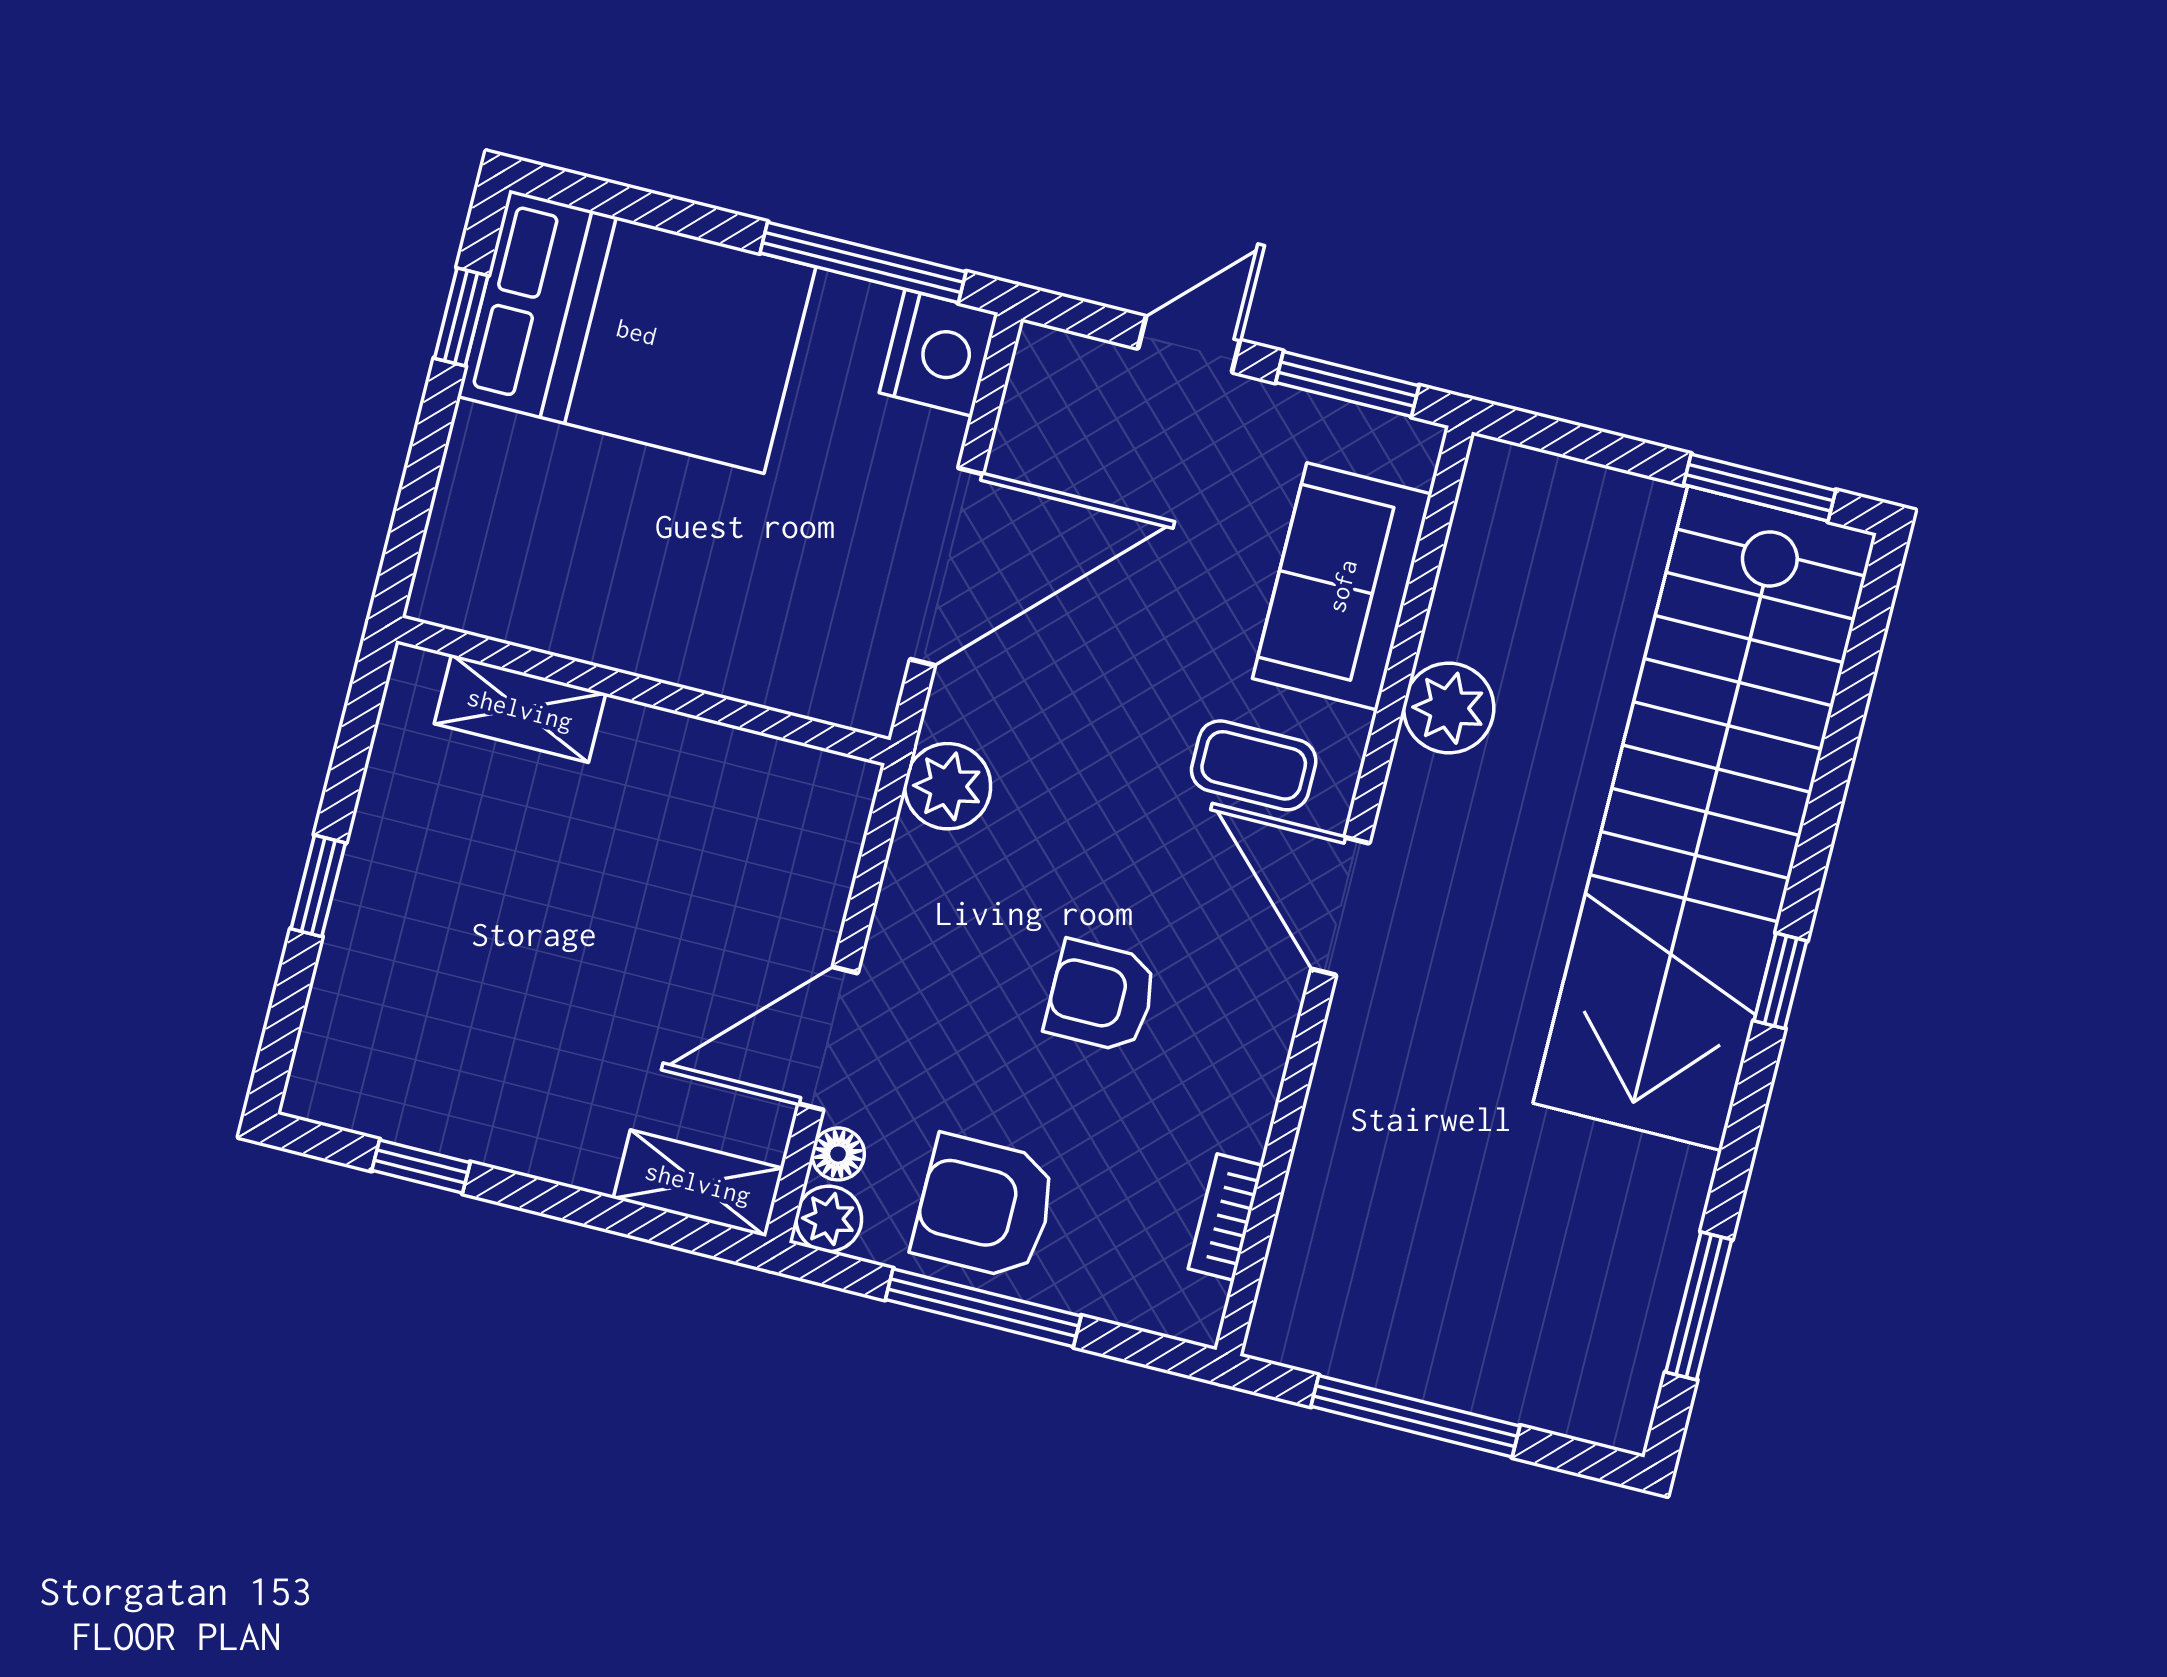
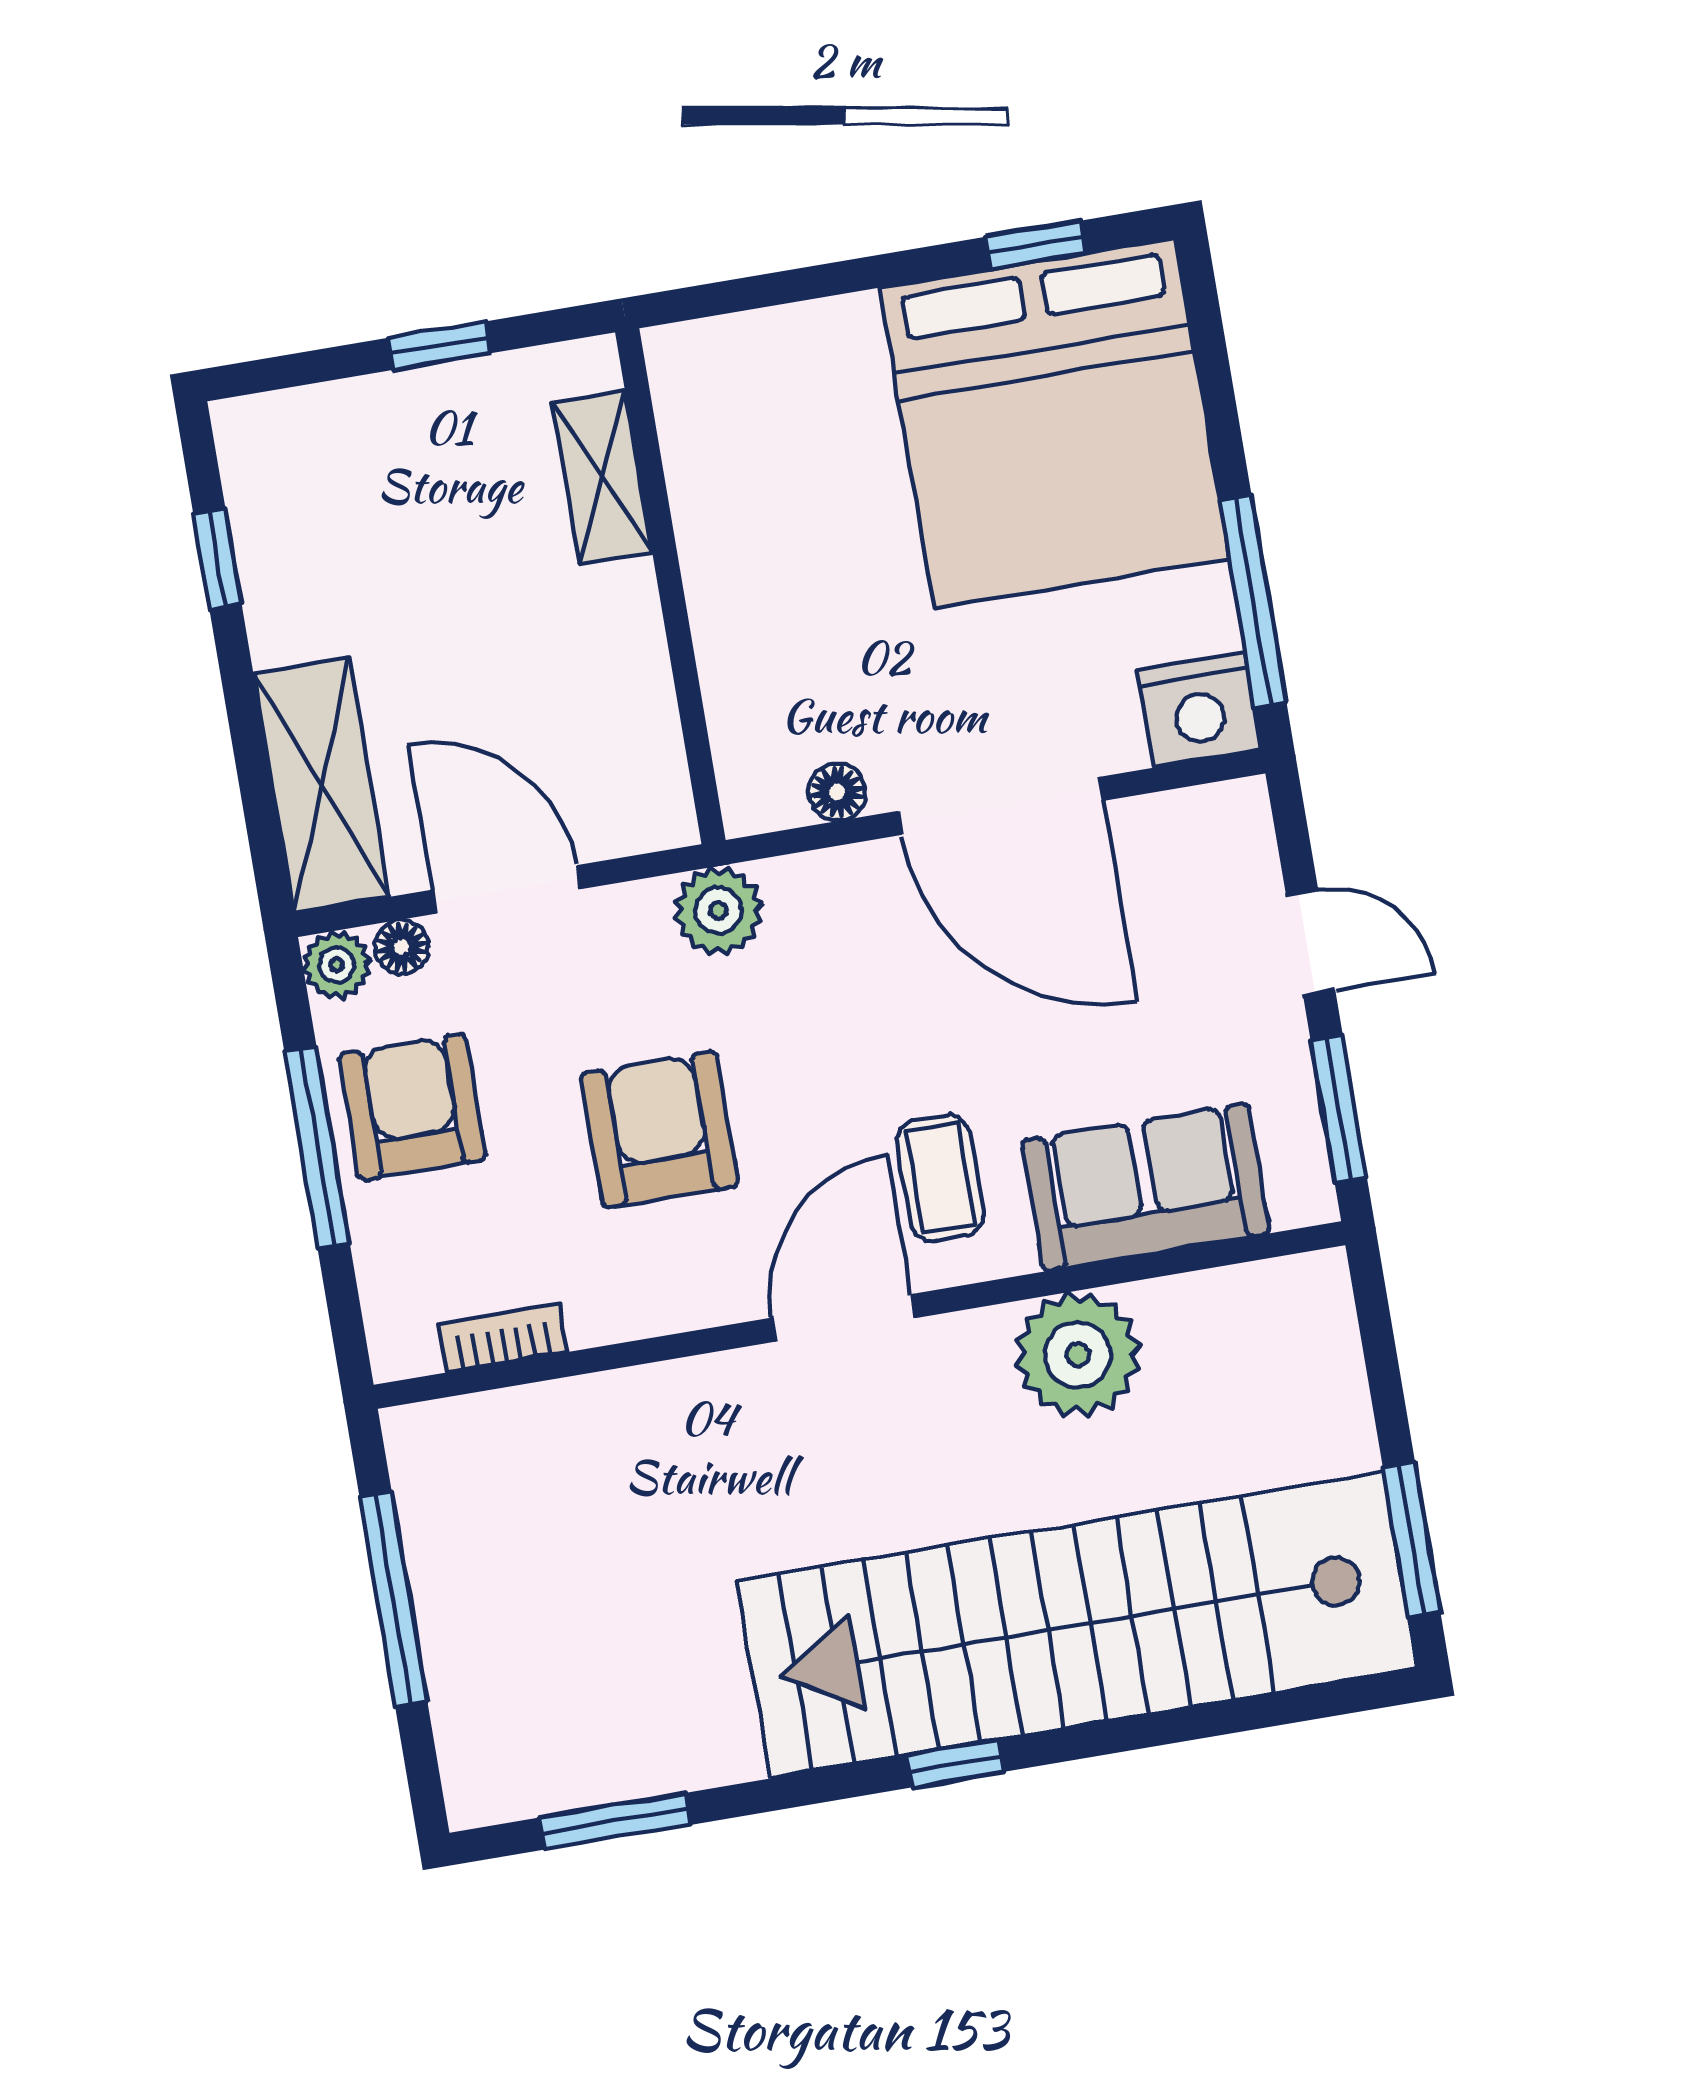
bed: (637, 332) -> (1054, 423), width x1.36
wall: (643, 690) -> (670, 586), moved
floor lamp: (870, 706) -> (837, 792), added
plant: (1449, 708) -> (1078, 1355), width x1.36, depth x1.36
shelving: (520, 709) -> (602, 477), moved
plant: (948, 786) -> (718, 911), moved
armchair: (1101, 996) -> (659, 1129), width x1.38, depth x1.38
shelving: (698, 1183) -> (321, 785), width x1.50, depth x1.33

